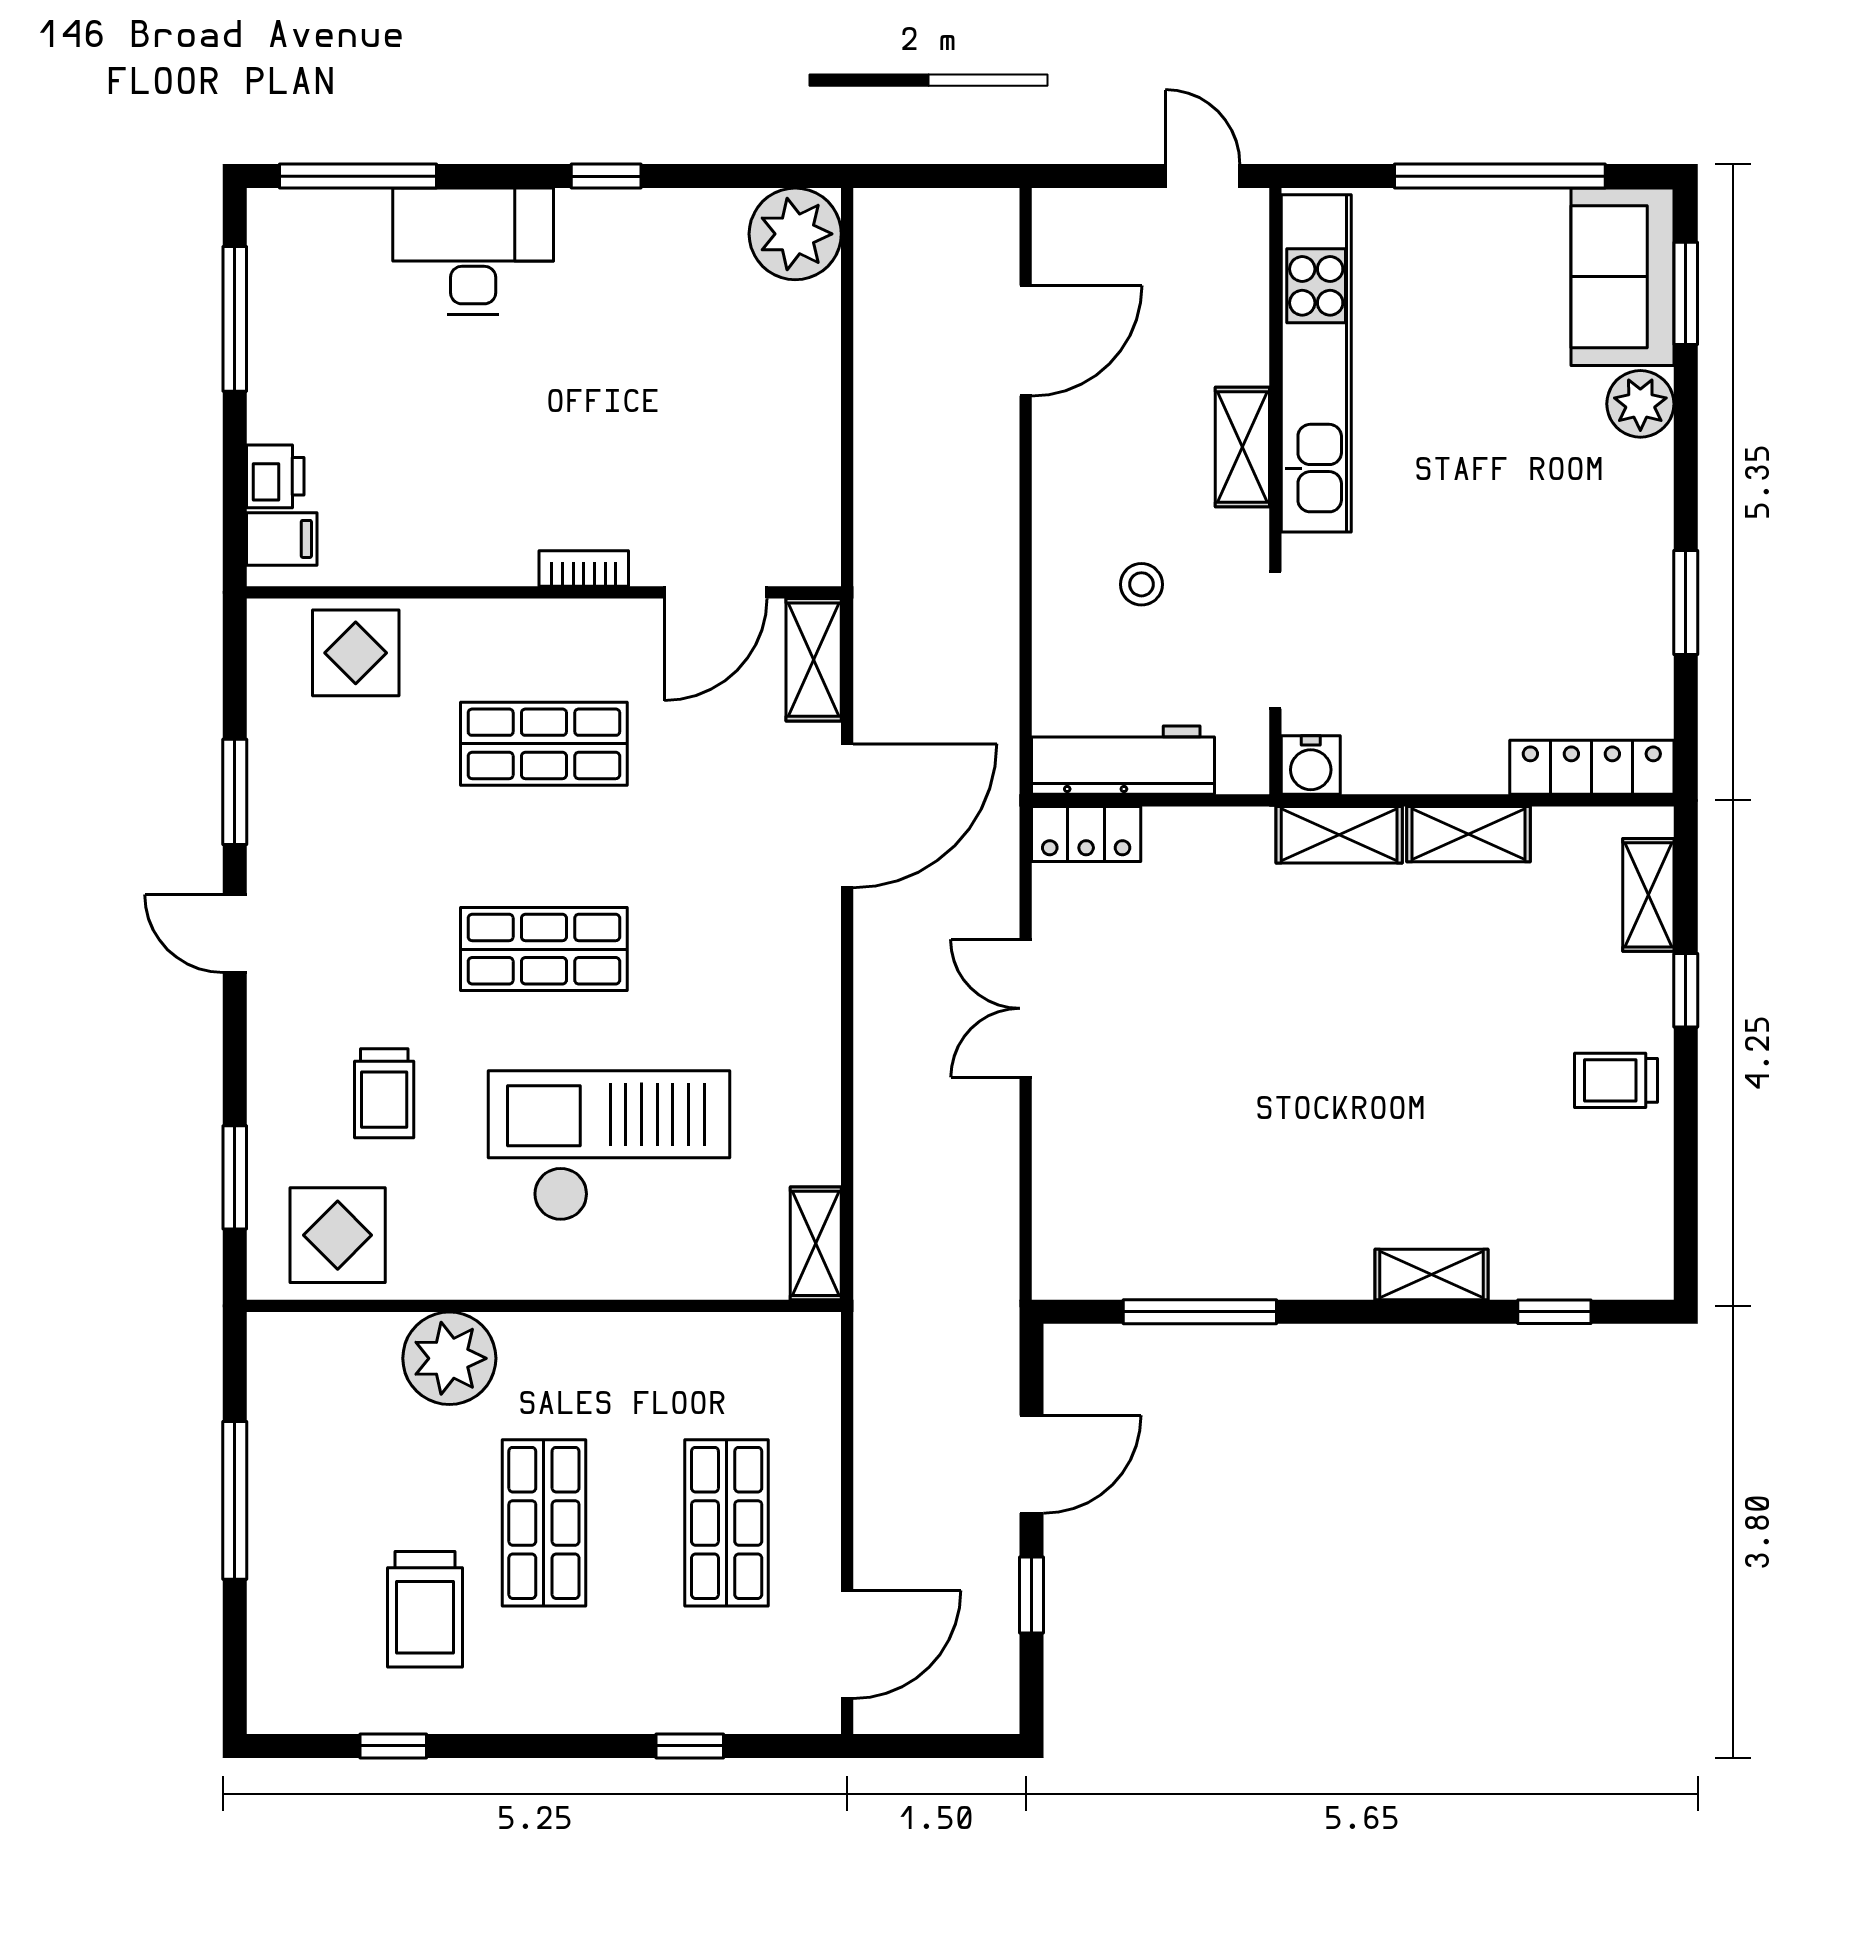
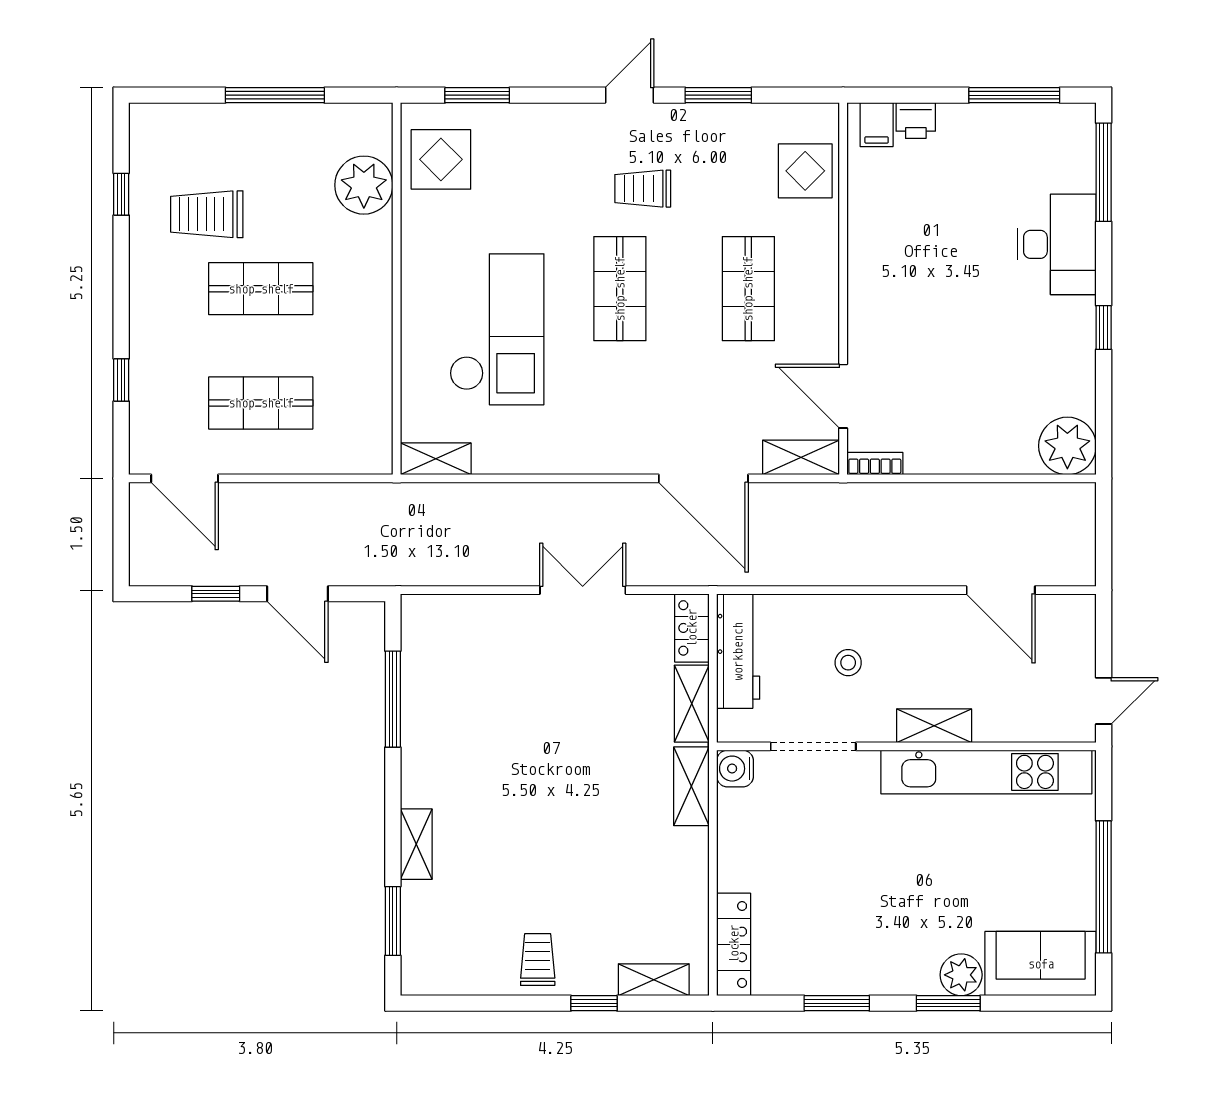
window: (1686, 293) -> (948, 1003), moved
bookcase: (584, 569) -> (875, 464), moved, turned -90
shelving: (1468, 834) -> (692, 704), moved
trolley: (384, 1093) -> (643, 189), moved
window: (1554, 1312) -> (393, 921), width x1.50
plant: (449, 1358) -> (364, 185), moved

